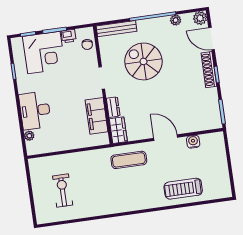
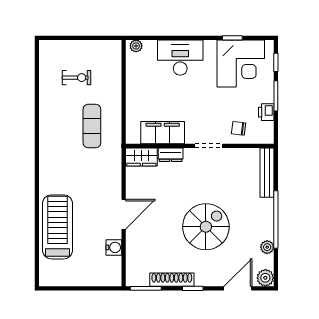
chair: (87, 44) -> (239, 128), moved
corner desk: (44, 53) -> (241, 63), moved, turned -90
spiral stairs: (143, 61) -> (206, 227), moved
shoe rack: (209, 70) -> (172, 280), moved
plant: (29, 136) -> (136, 46), moved
exercise mat: (129, 160) -> (92, 126), moved
treadmill: (183, 189) -> (57, 227), width x1.37, depth x1.38
exercise bike: (63, 190) -> (77, 78), width x0.73, depth x0.72

